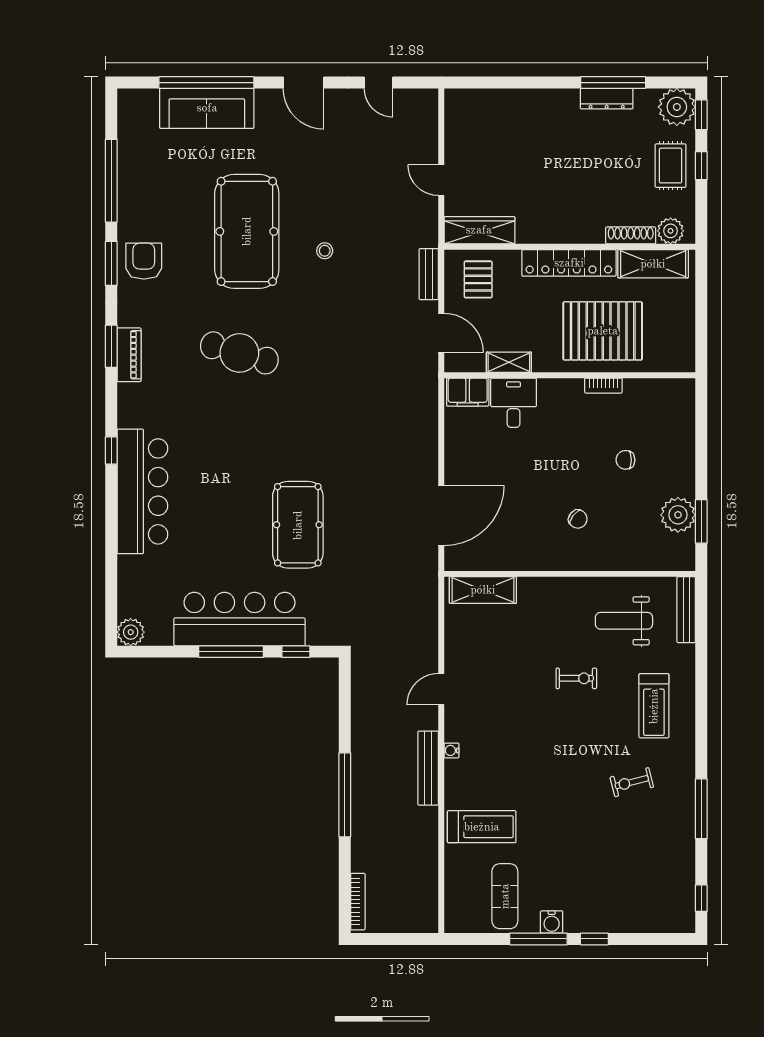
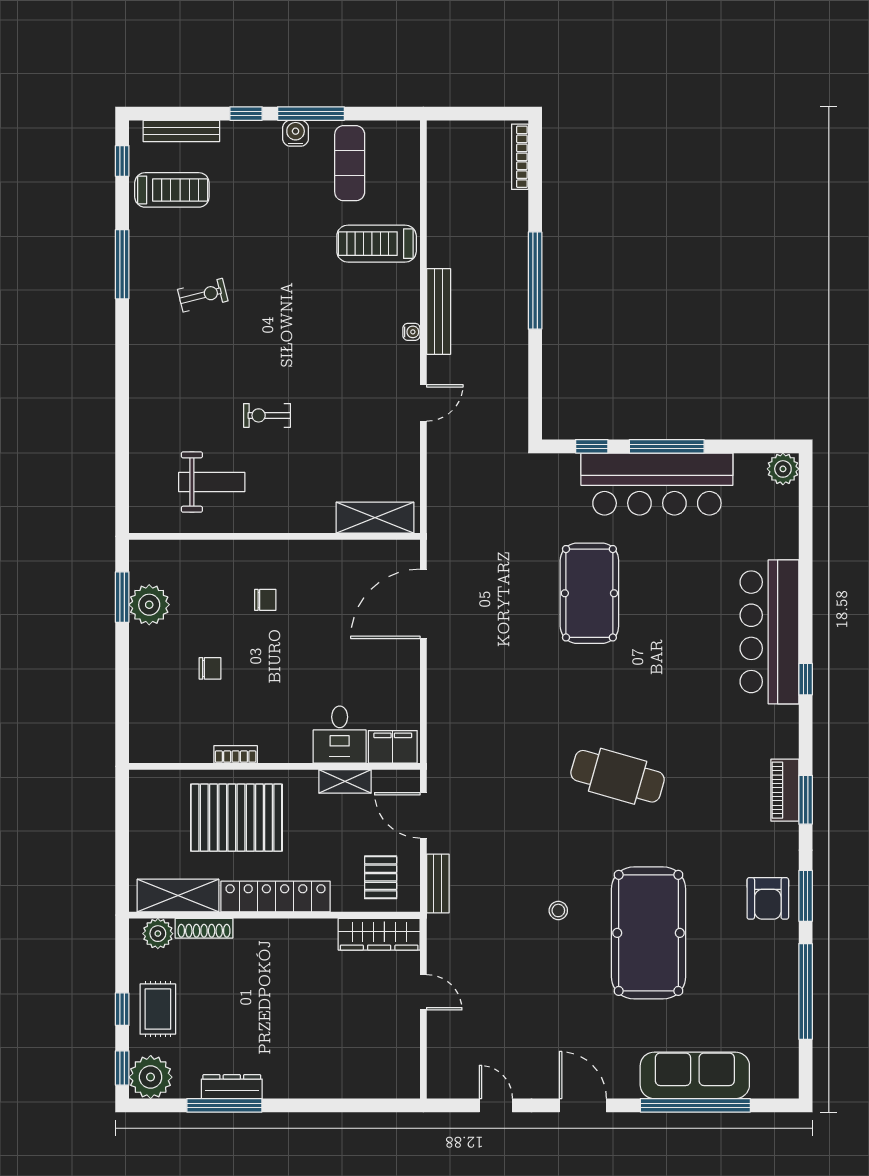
cafe table: (239, 353) -> (618, 776), moved
chair: (578, 519) -> (265, 600), turned 143
bench: (686, 610) -> (181, 131), moved, turned 90
treadmill: (654, 706) -> (172, 190), moved, turned 90

